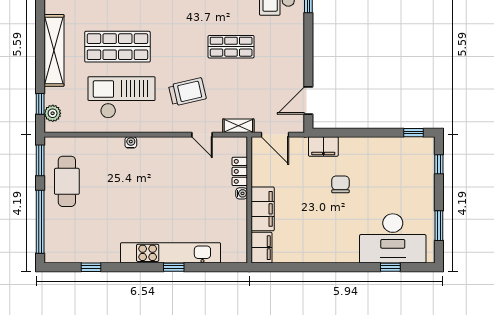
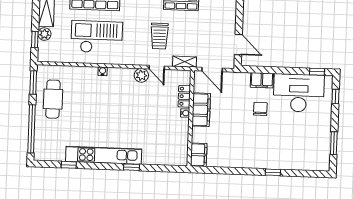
trolley: (187, 92) -> (159, 36), moved, turned 103
door: (308, 101) -> (238, 44), swing flipped
plant: (53, 113) -> (44, 34), moved
plant: (182, 146) -> (141, 75), added
filing cabinet: (323, 147) -> (262, 80), moved
filing cabinet: (263, 209) -> (201, 110), moved
desk: (393, 238) -> (299, 93), moved, turned 180
kitchen unit: (171, 253) -> (104, 155), moved
window: (390, 267) -> (273, 172), moved

